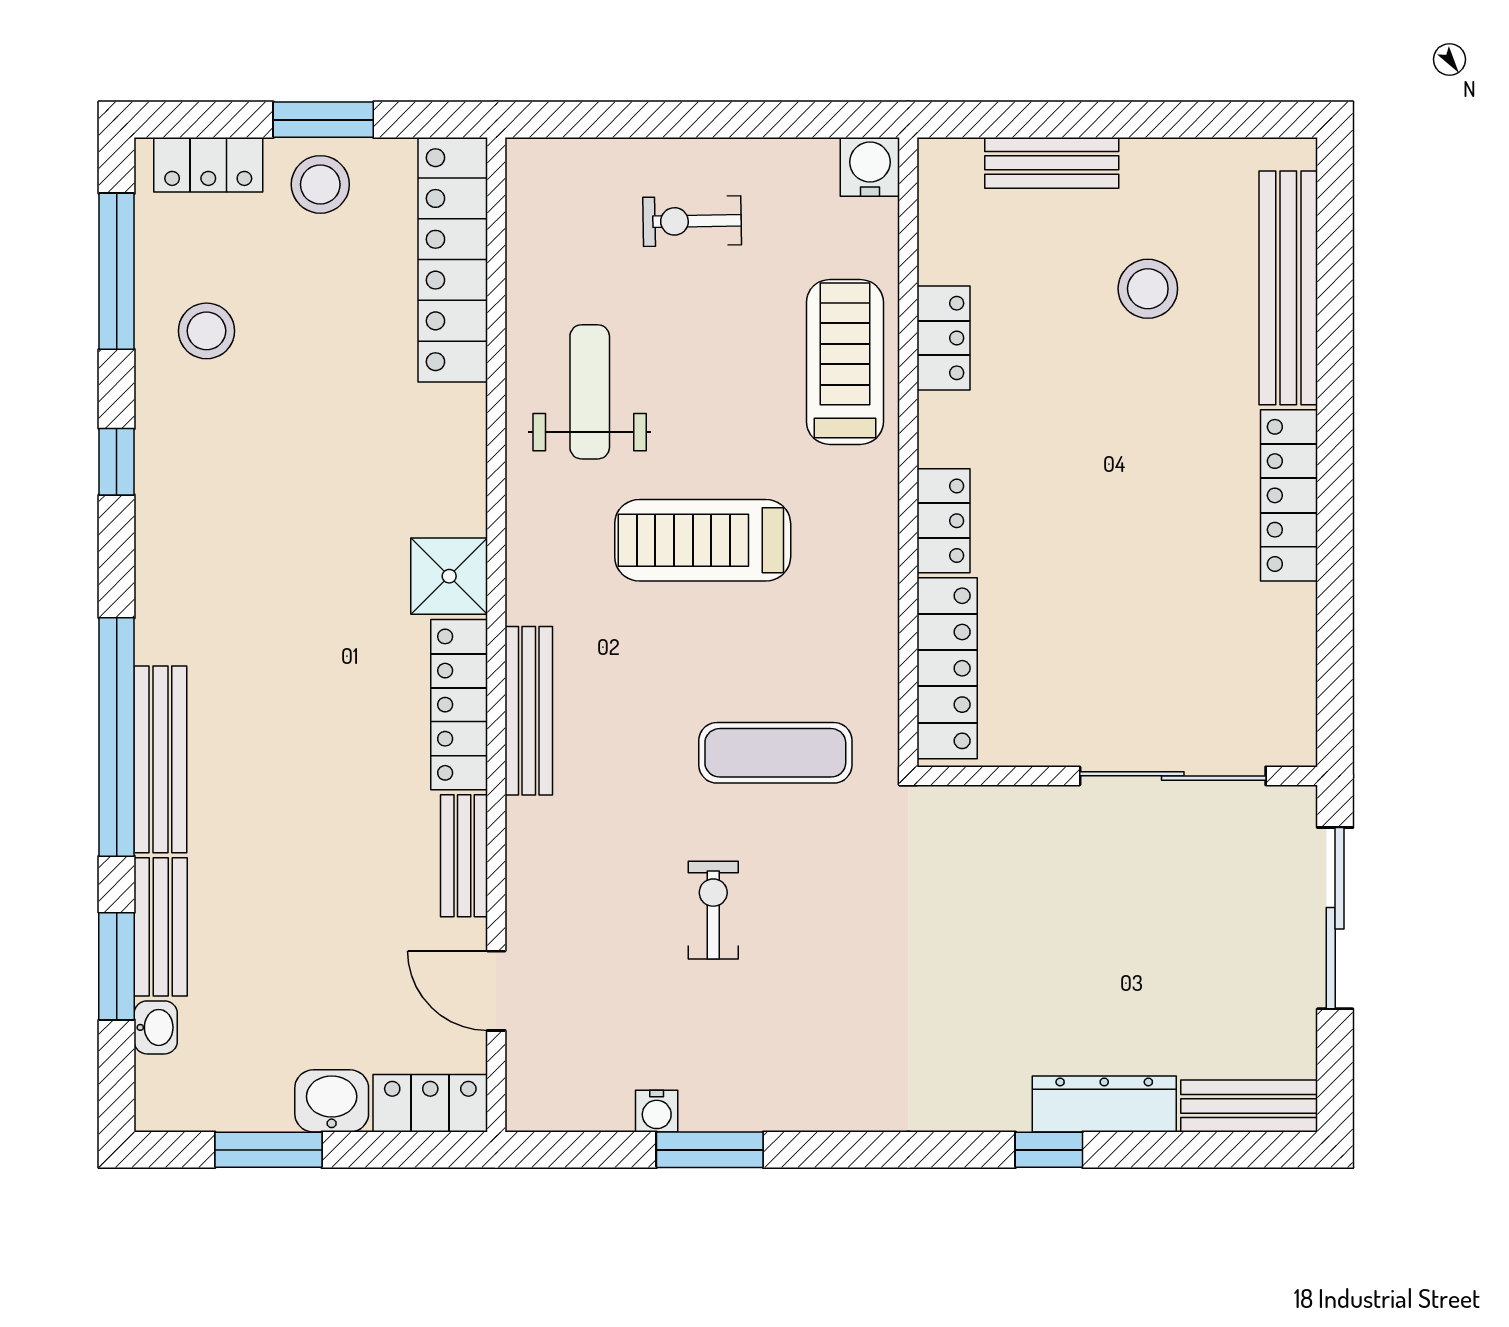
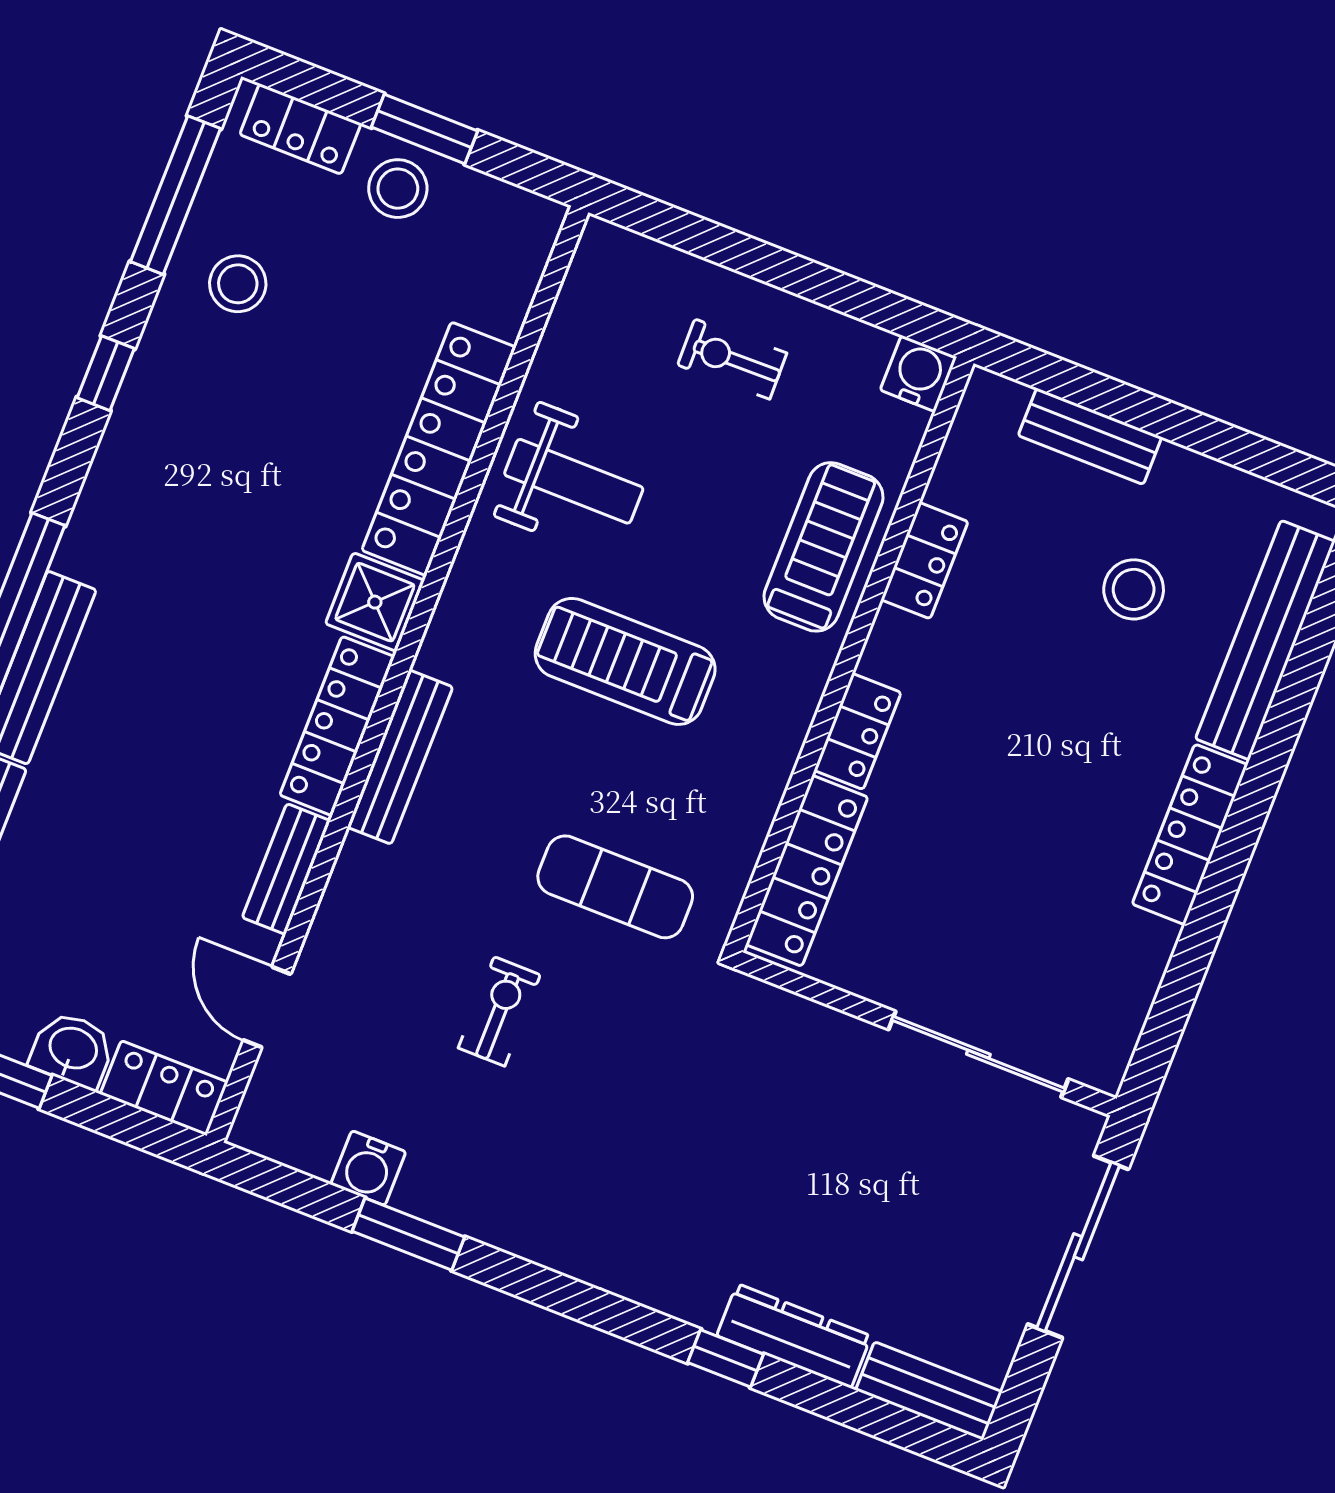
locker: (453, 260) -> (439, 449), moved
weight bench: (590, 392) -> (574, 481), turned 90
water cooler: (657, 1111) -> (368, 1168), width x1.38, depth x1.38

